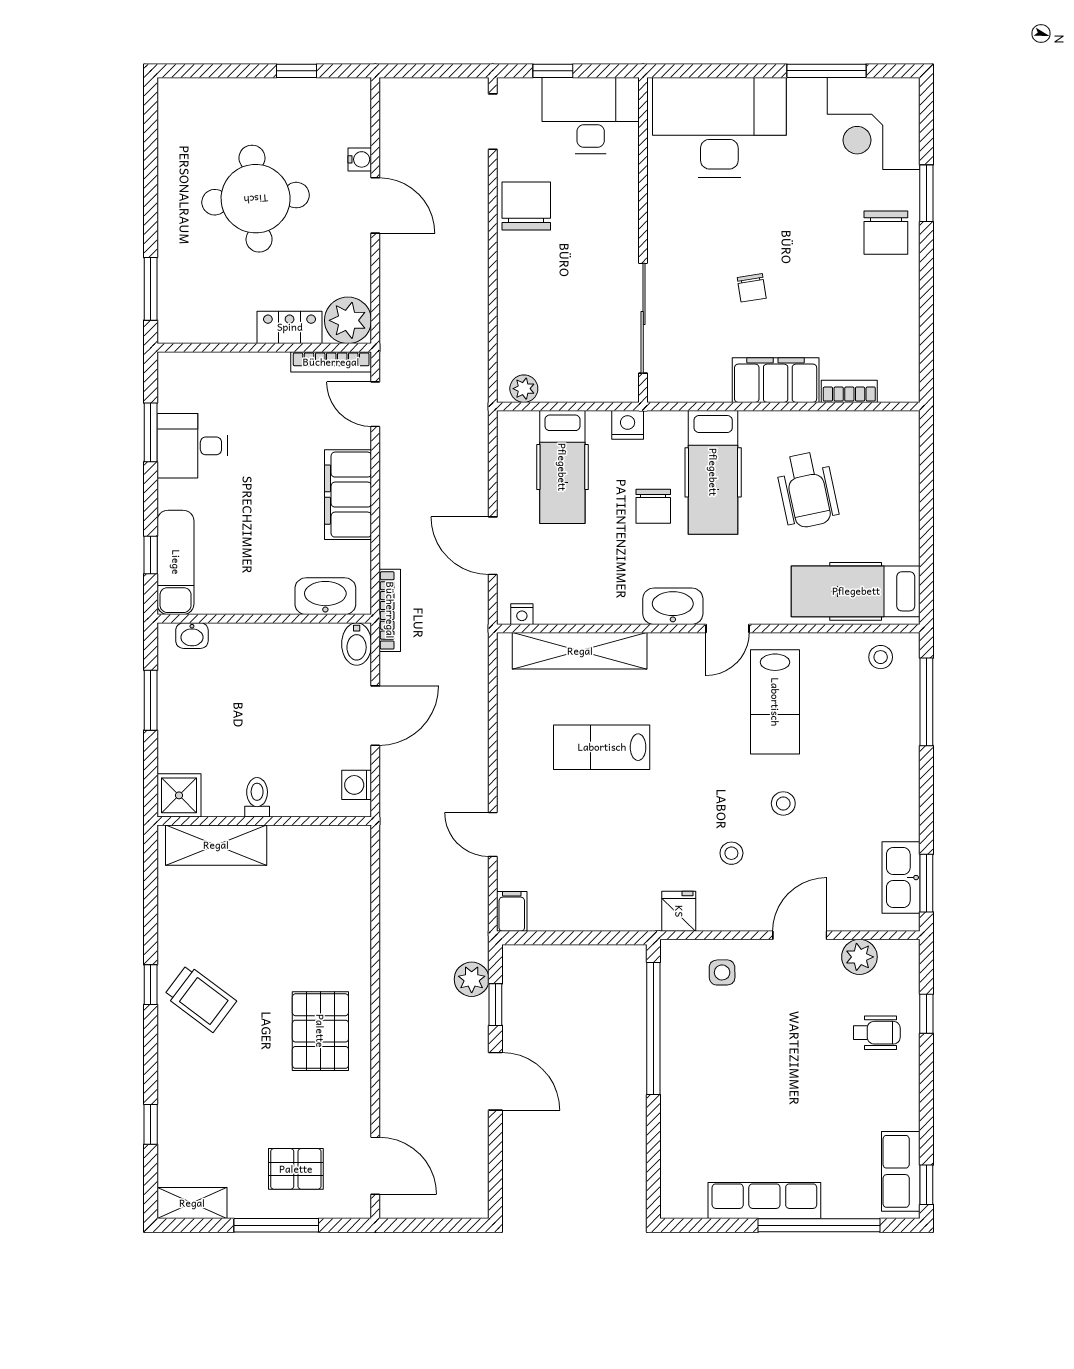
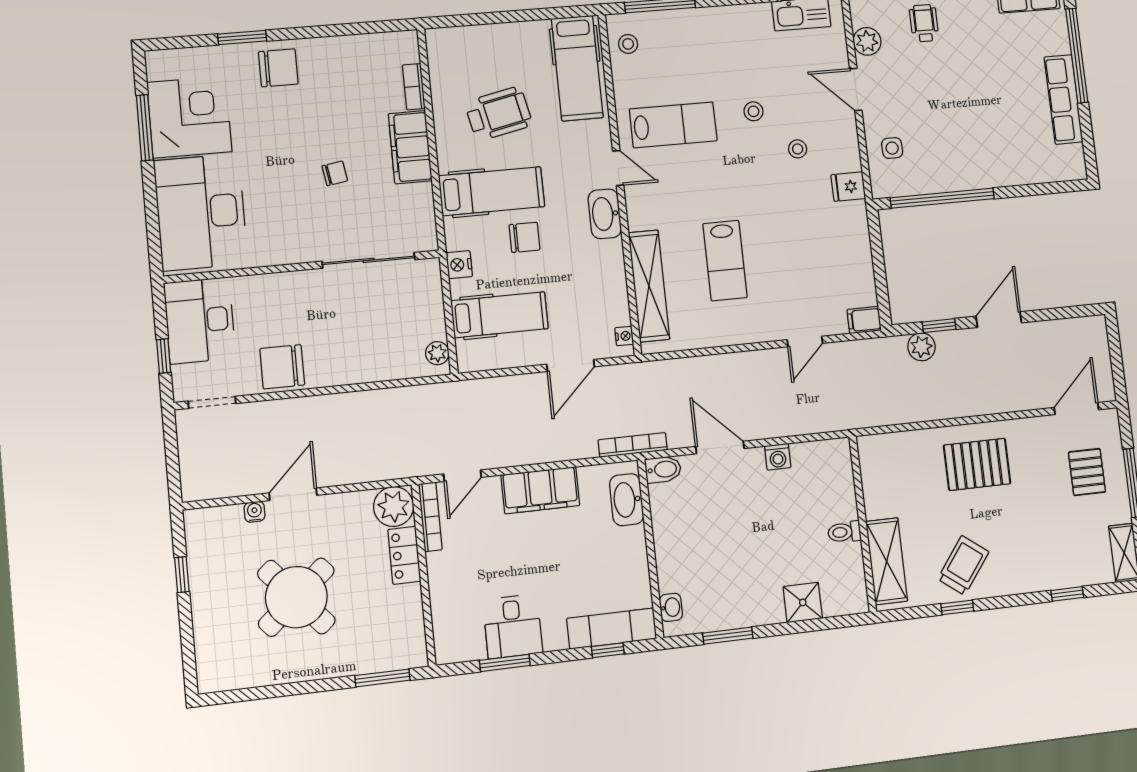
corner desk: (874, 124) -> (189, 117), moved, turned -90
round table: (256, 199) -> (296, 597), turned -36
toilet: (257, 797) -> (844, 532), moved
wall: (264, 821) -> (863, 524), moved
shelving: (216, 845) -> (887, 561), moved

